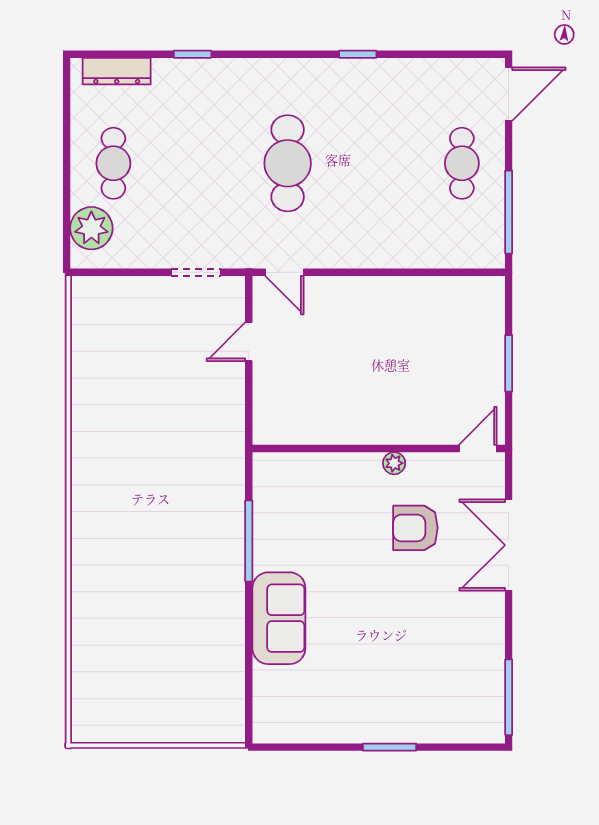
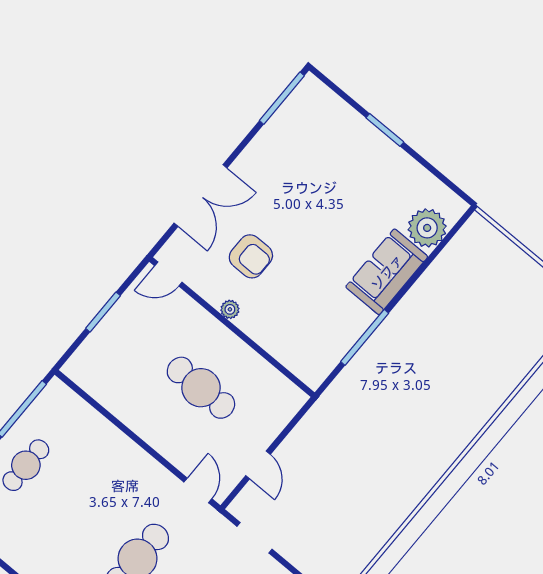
door: (249, 342) -> (258, 465), hinge flipped
cafe table: (361, 369) -> (201, 388), added
plant: (275, 690) -> (427, 228), added

